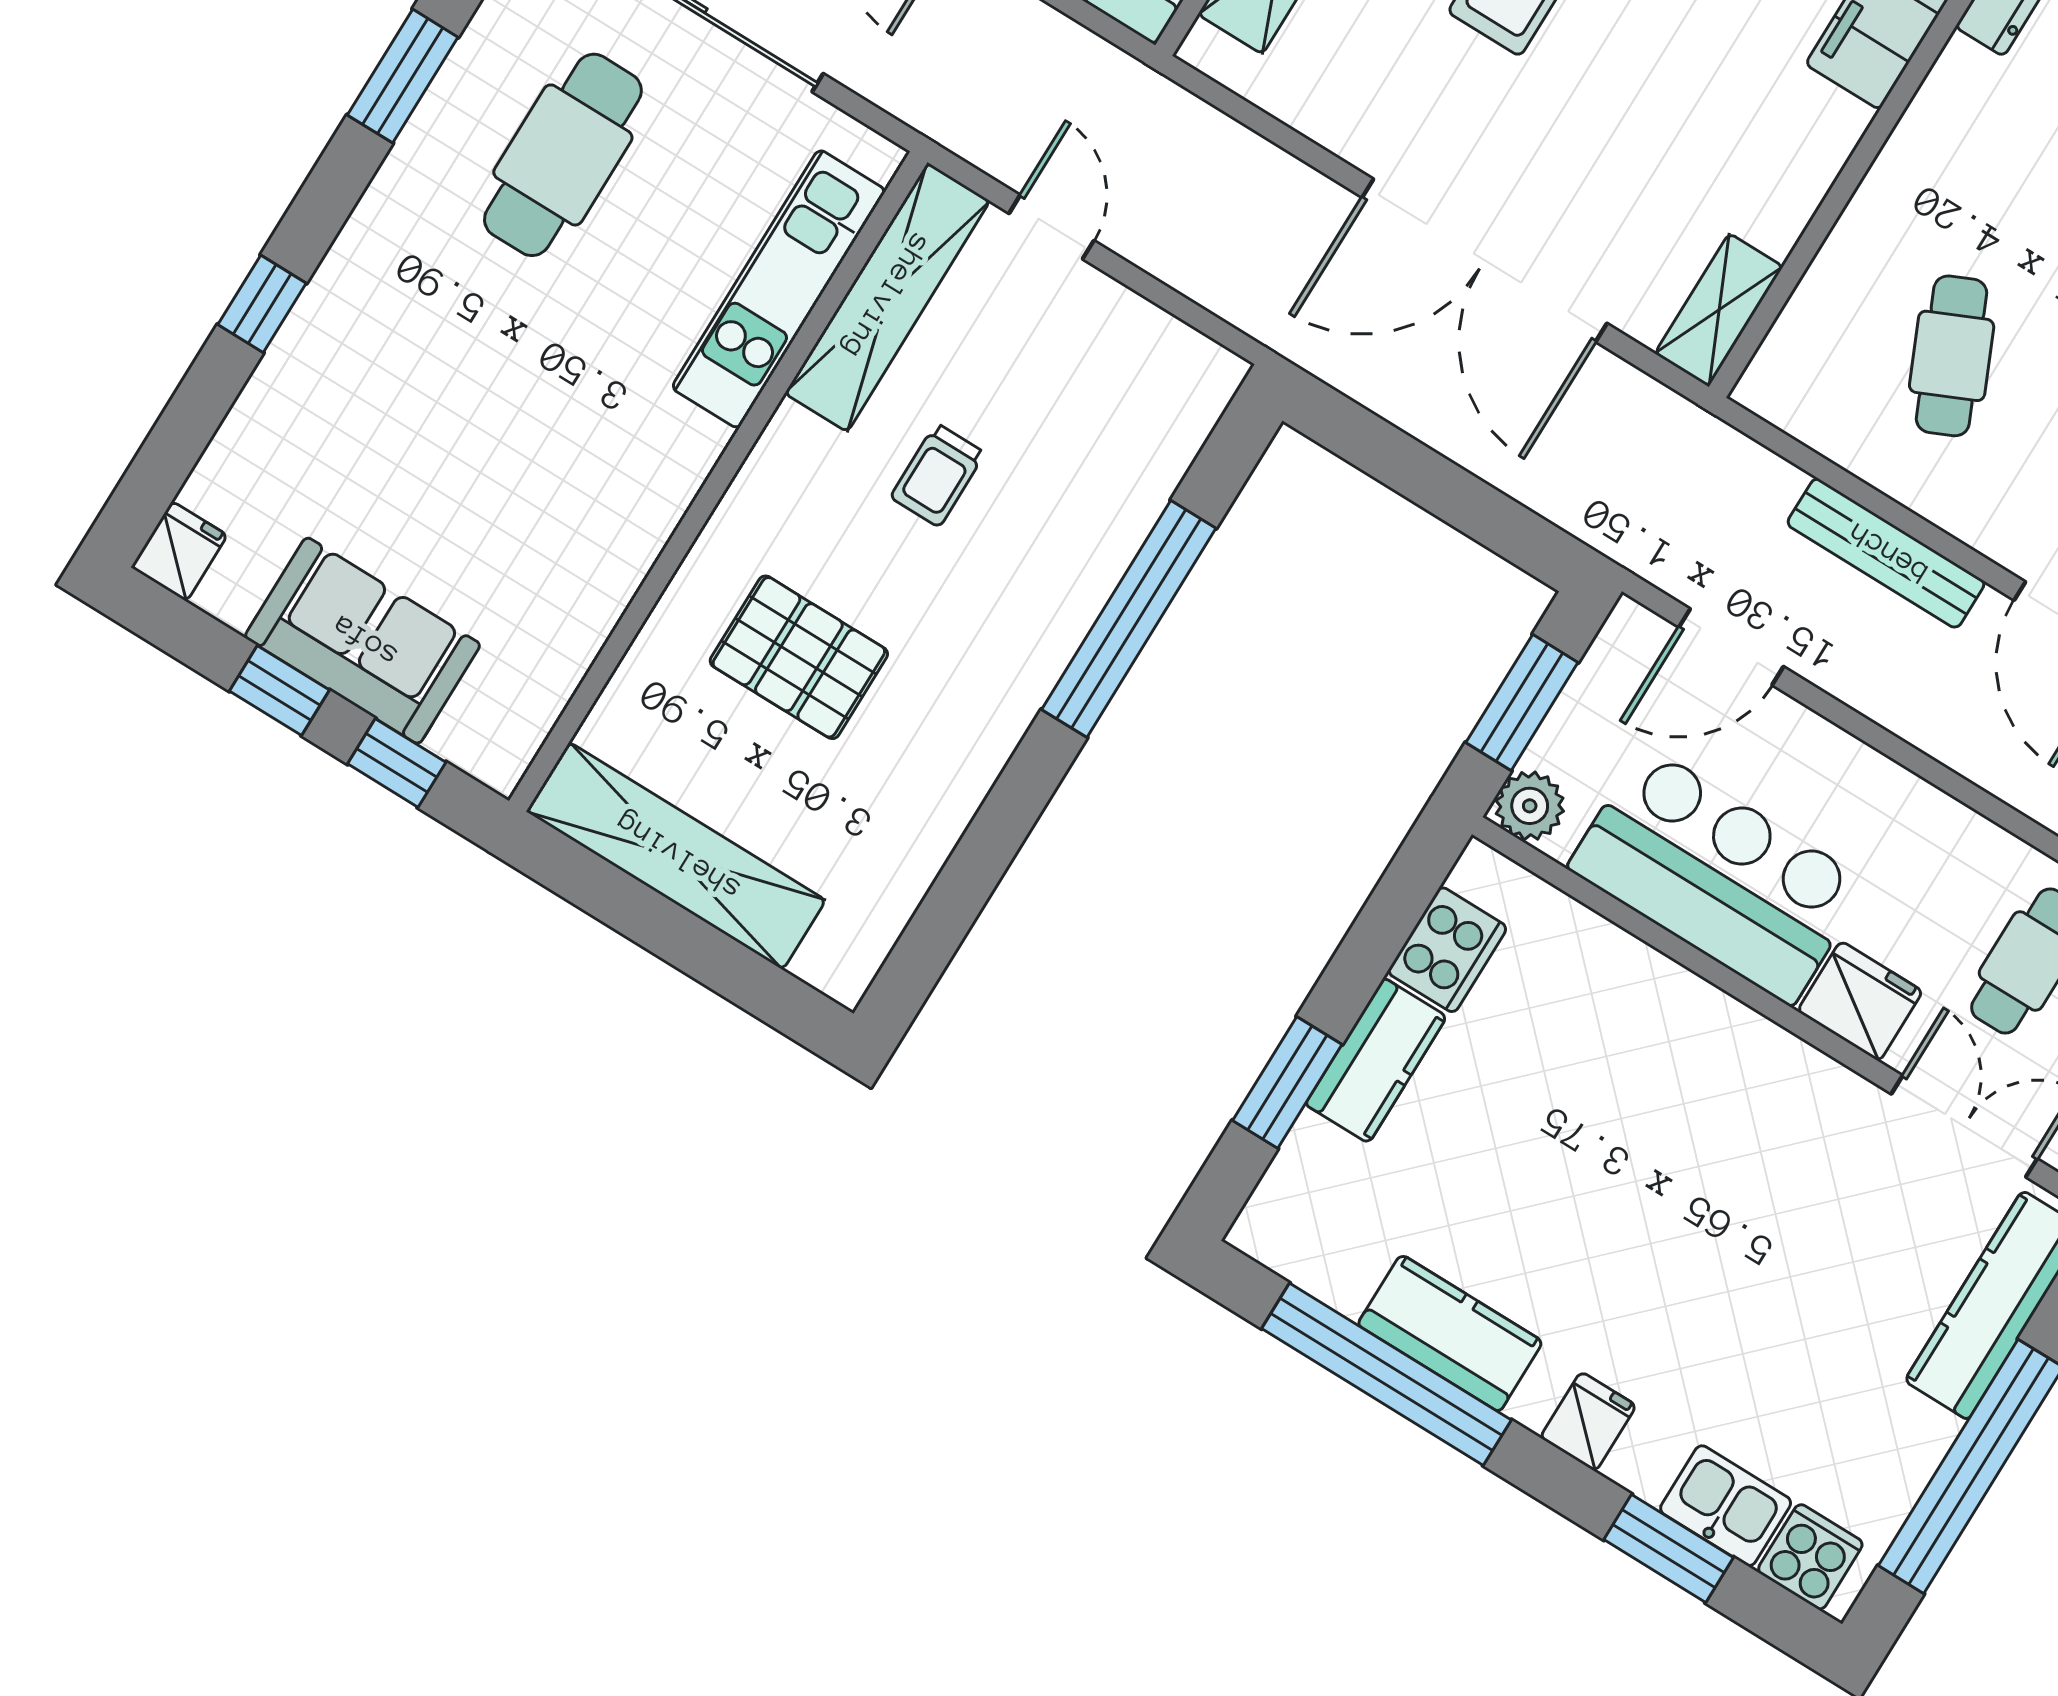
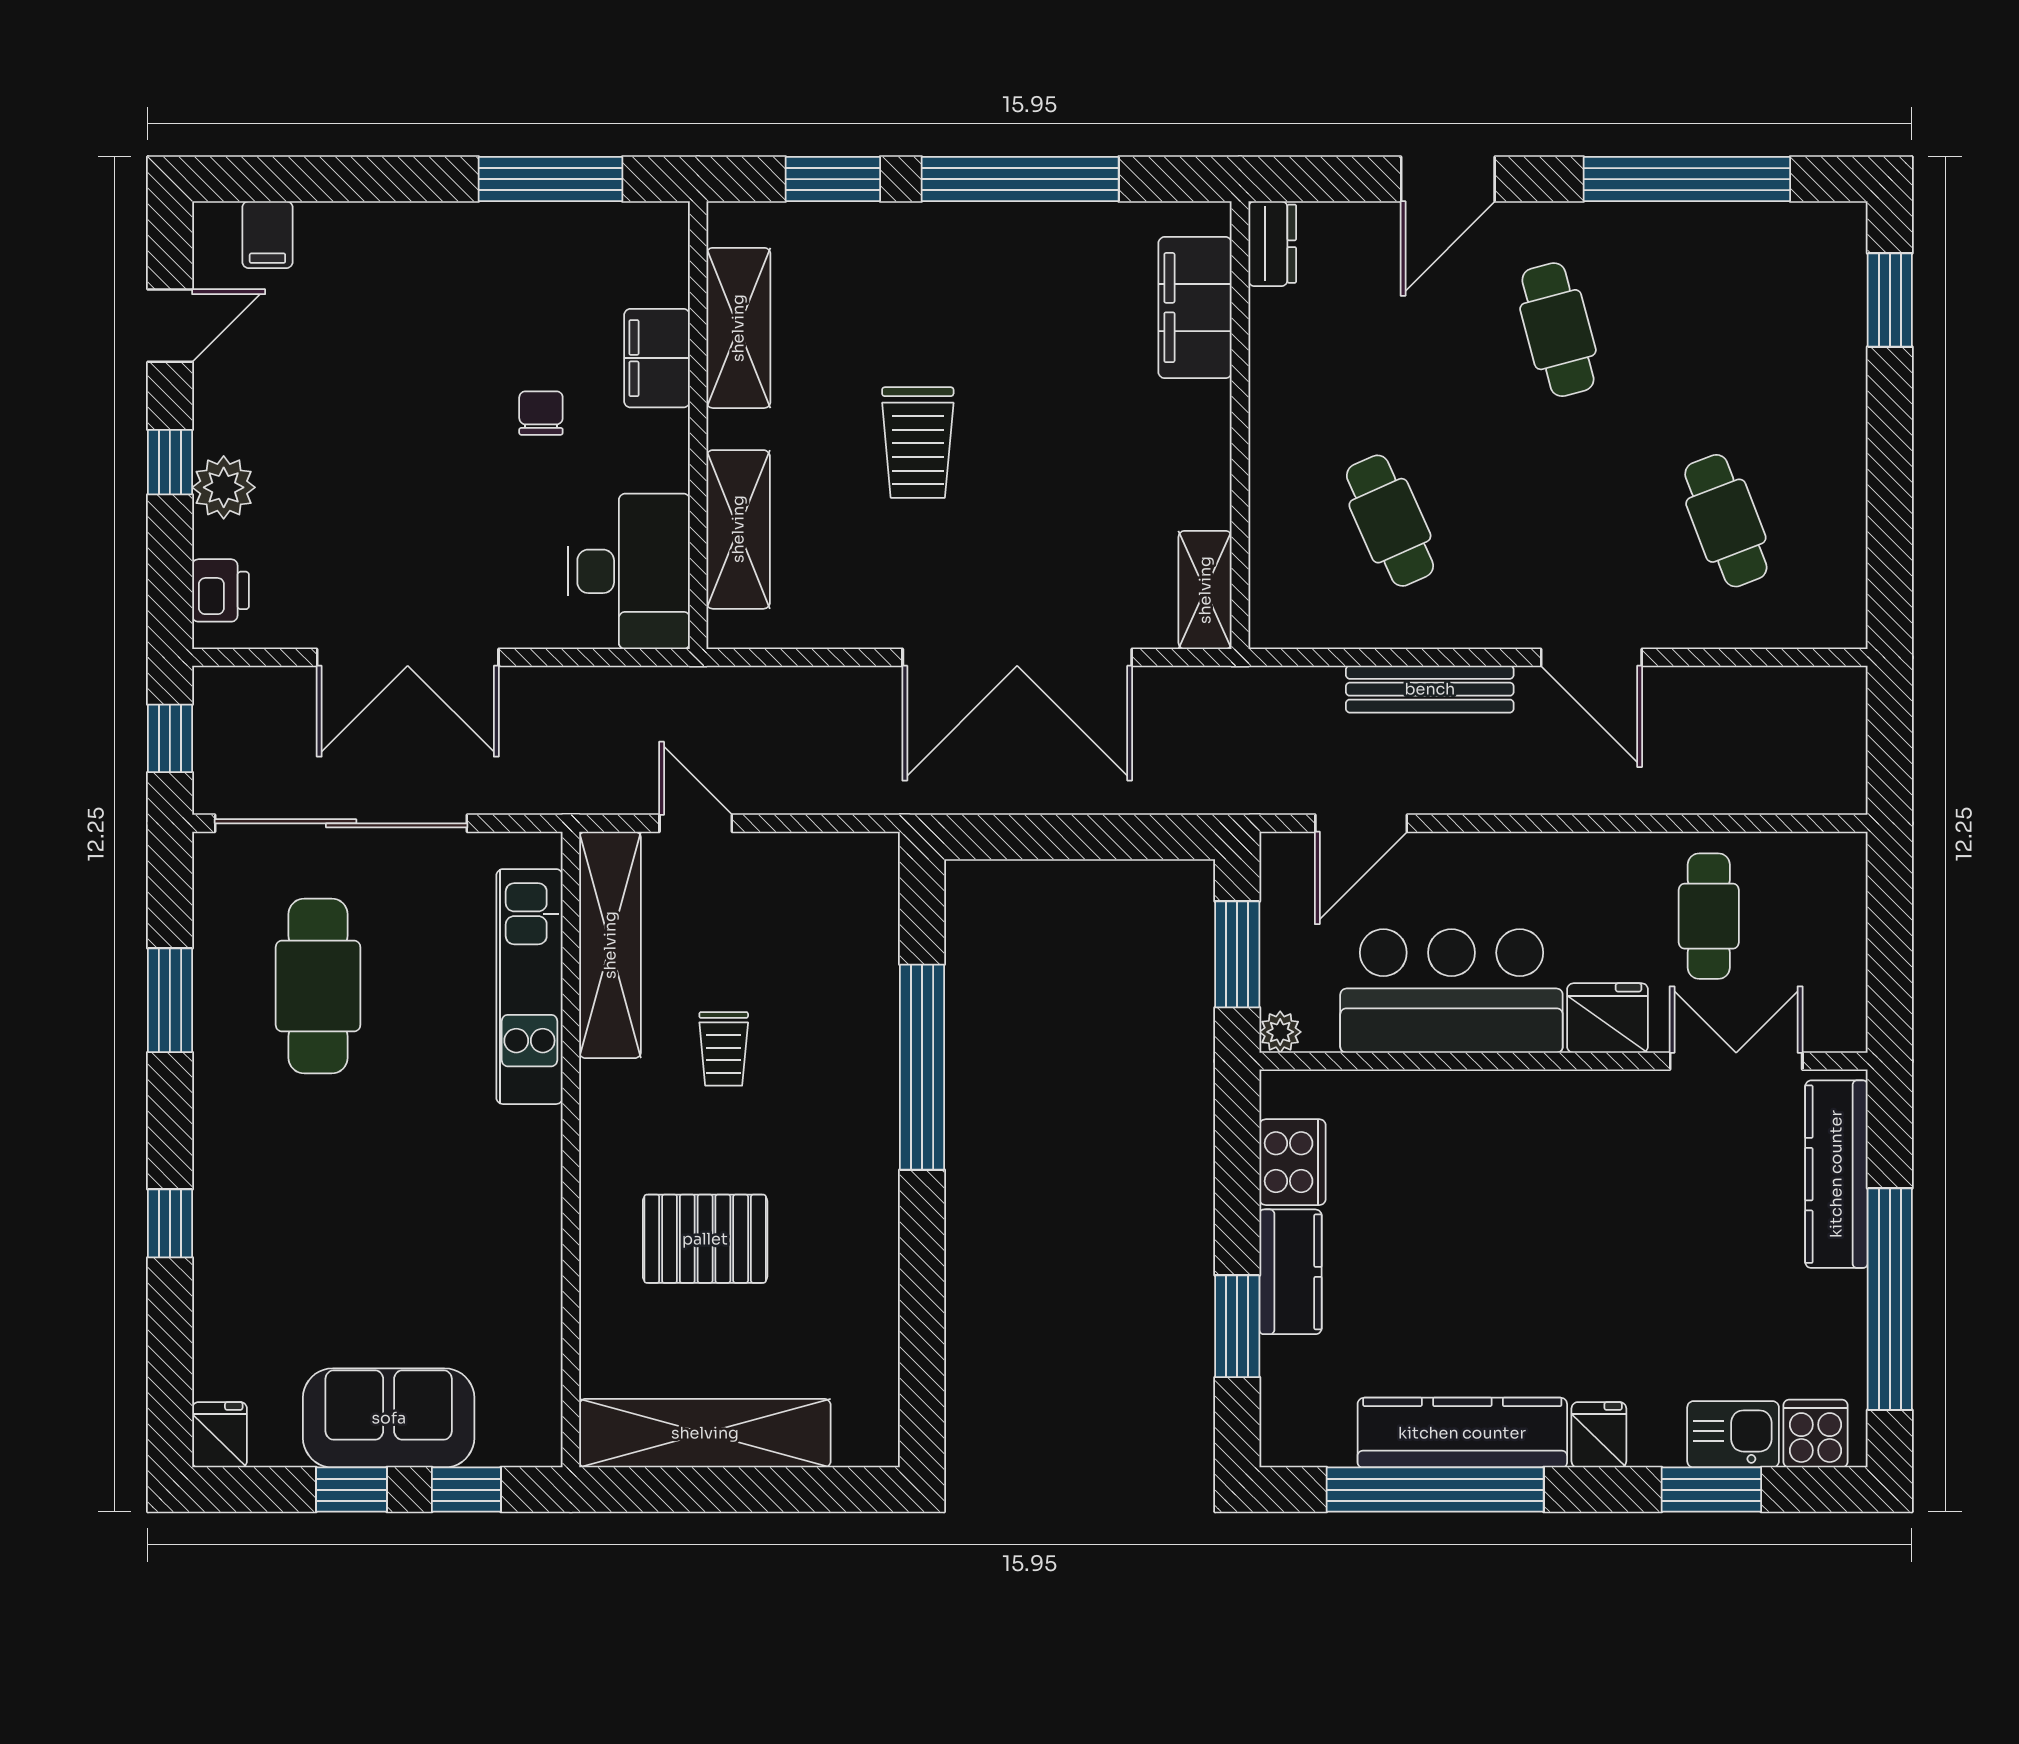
plant: (1530, 806) -> (1280, 1032), width x0.73, depth x0.73
kitchen counter: (1450, 1333) -> (1462, 1433), width x1.50

